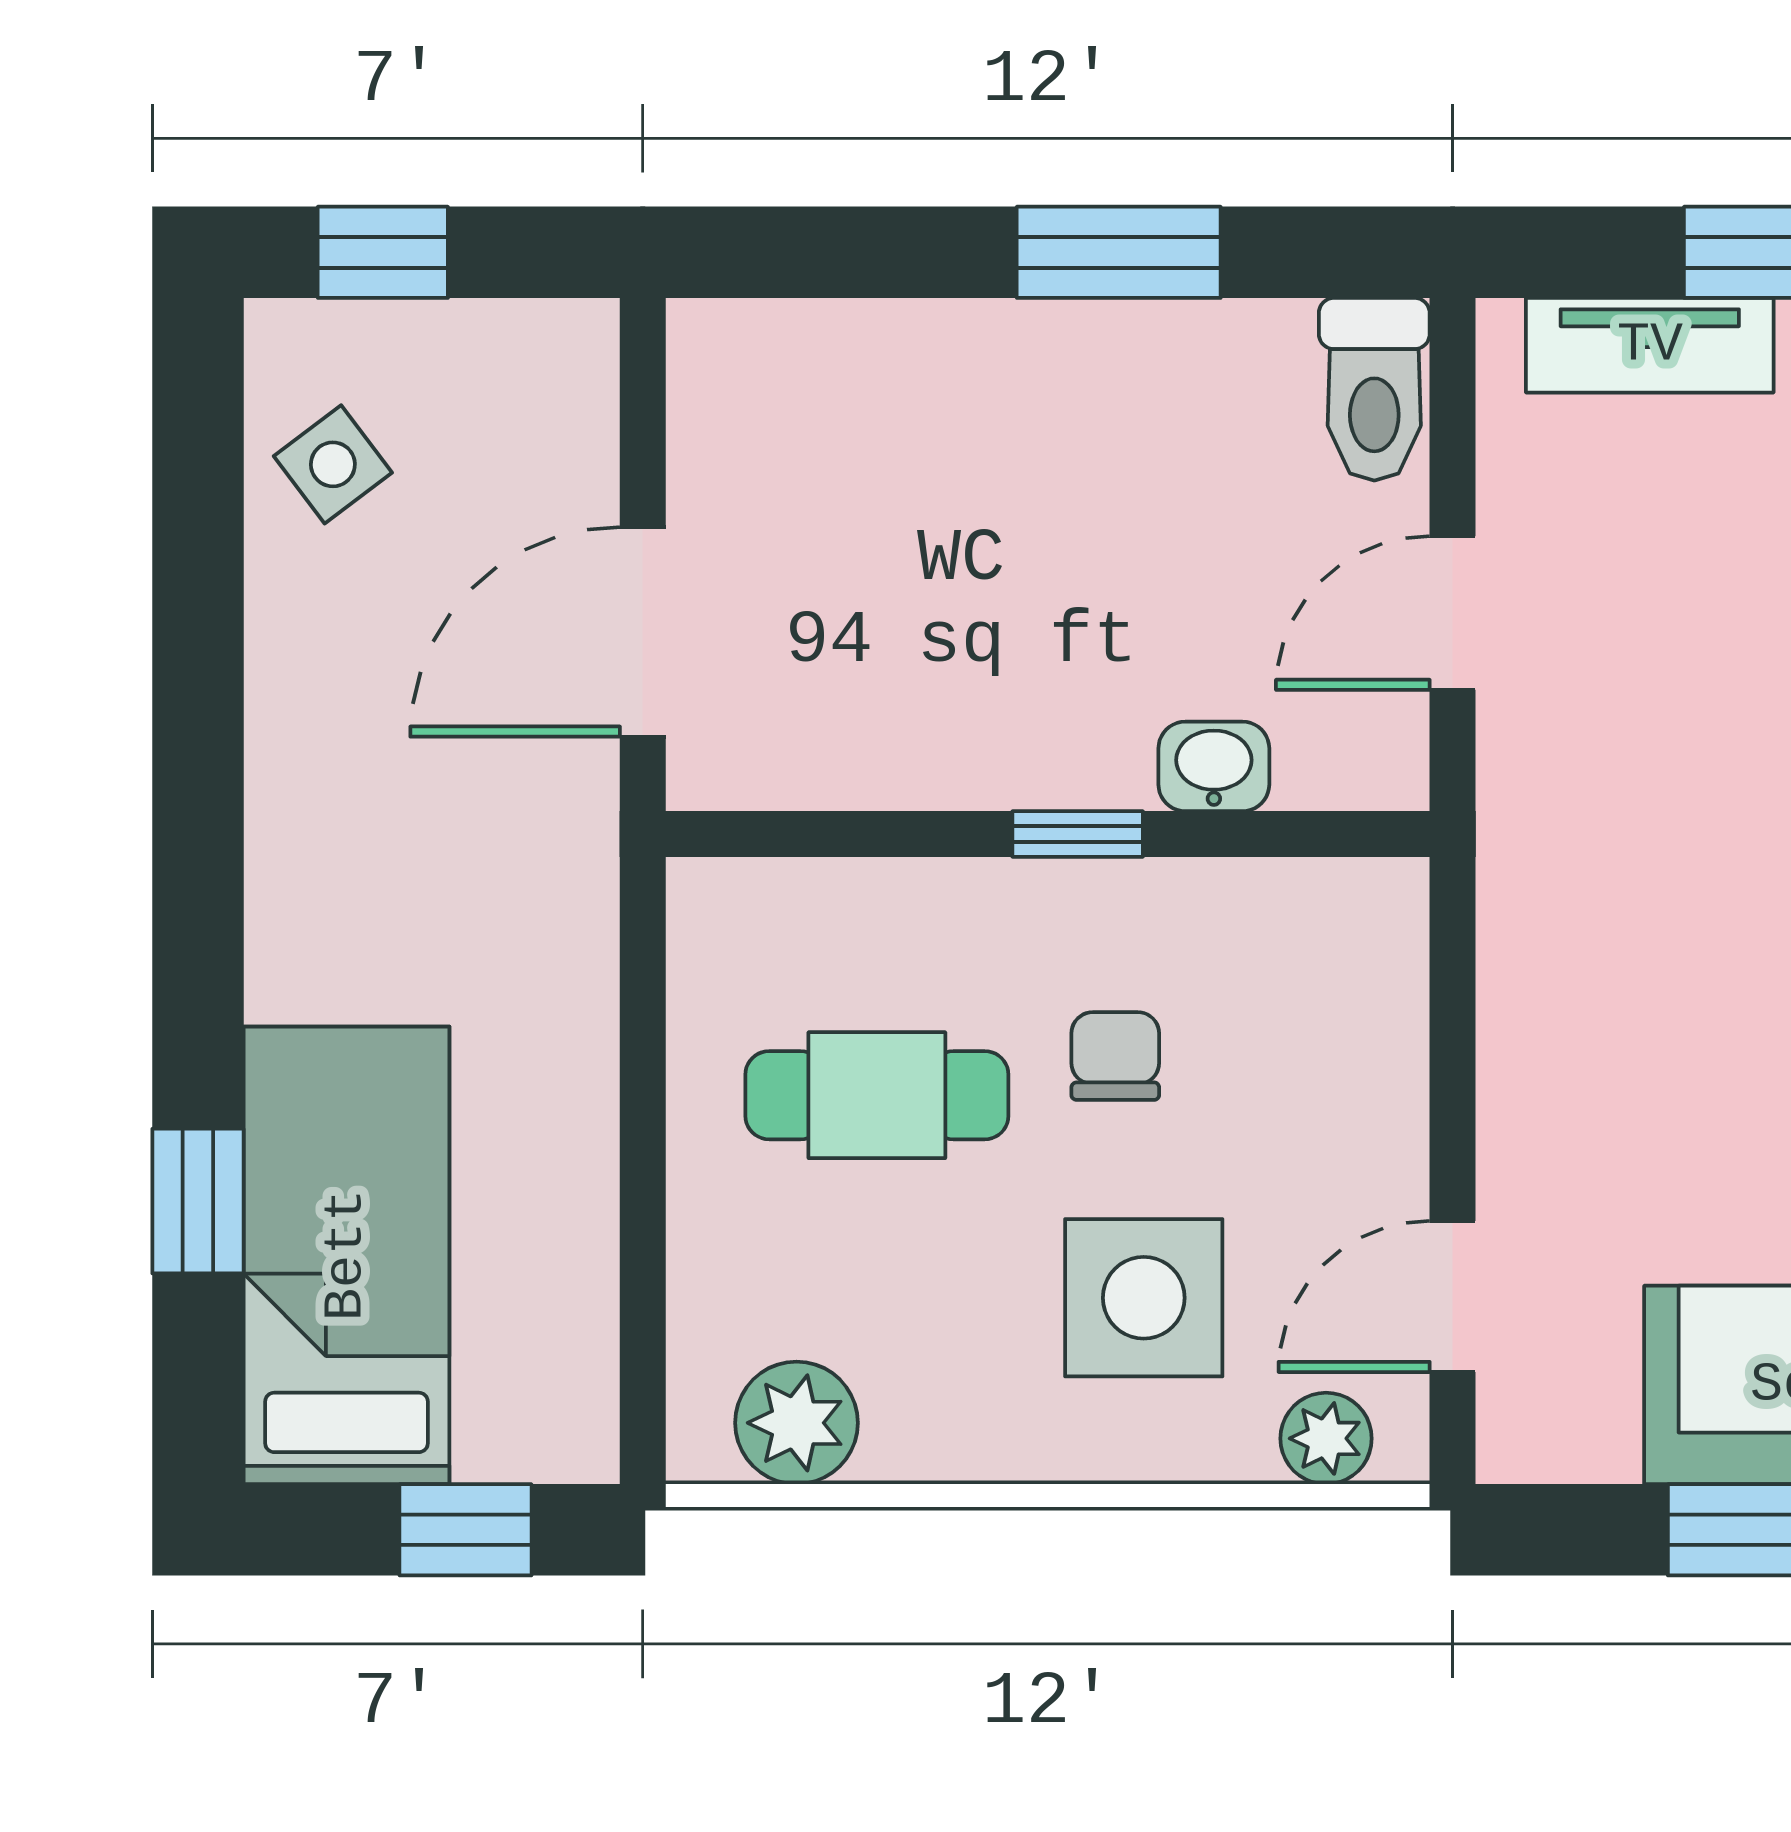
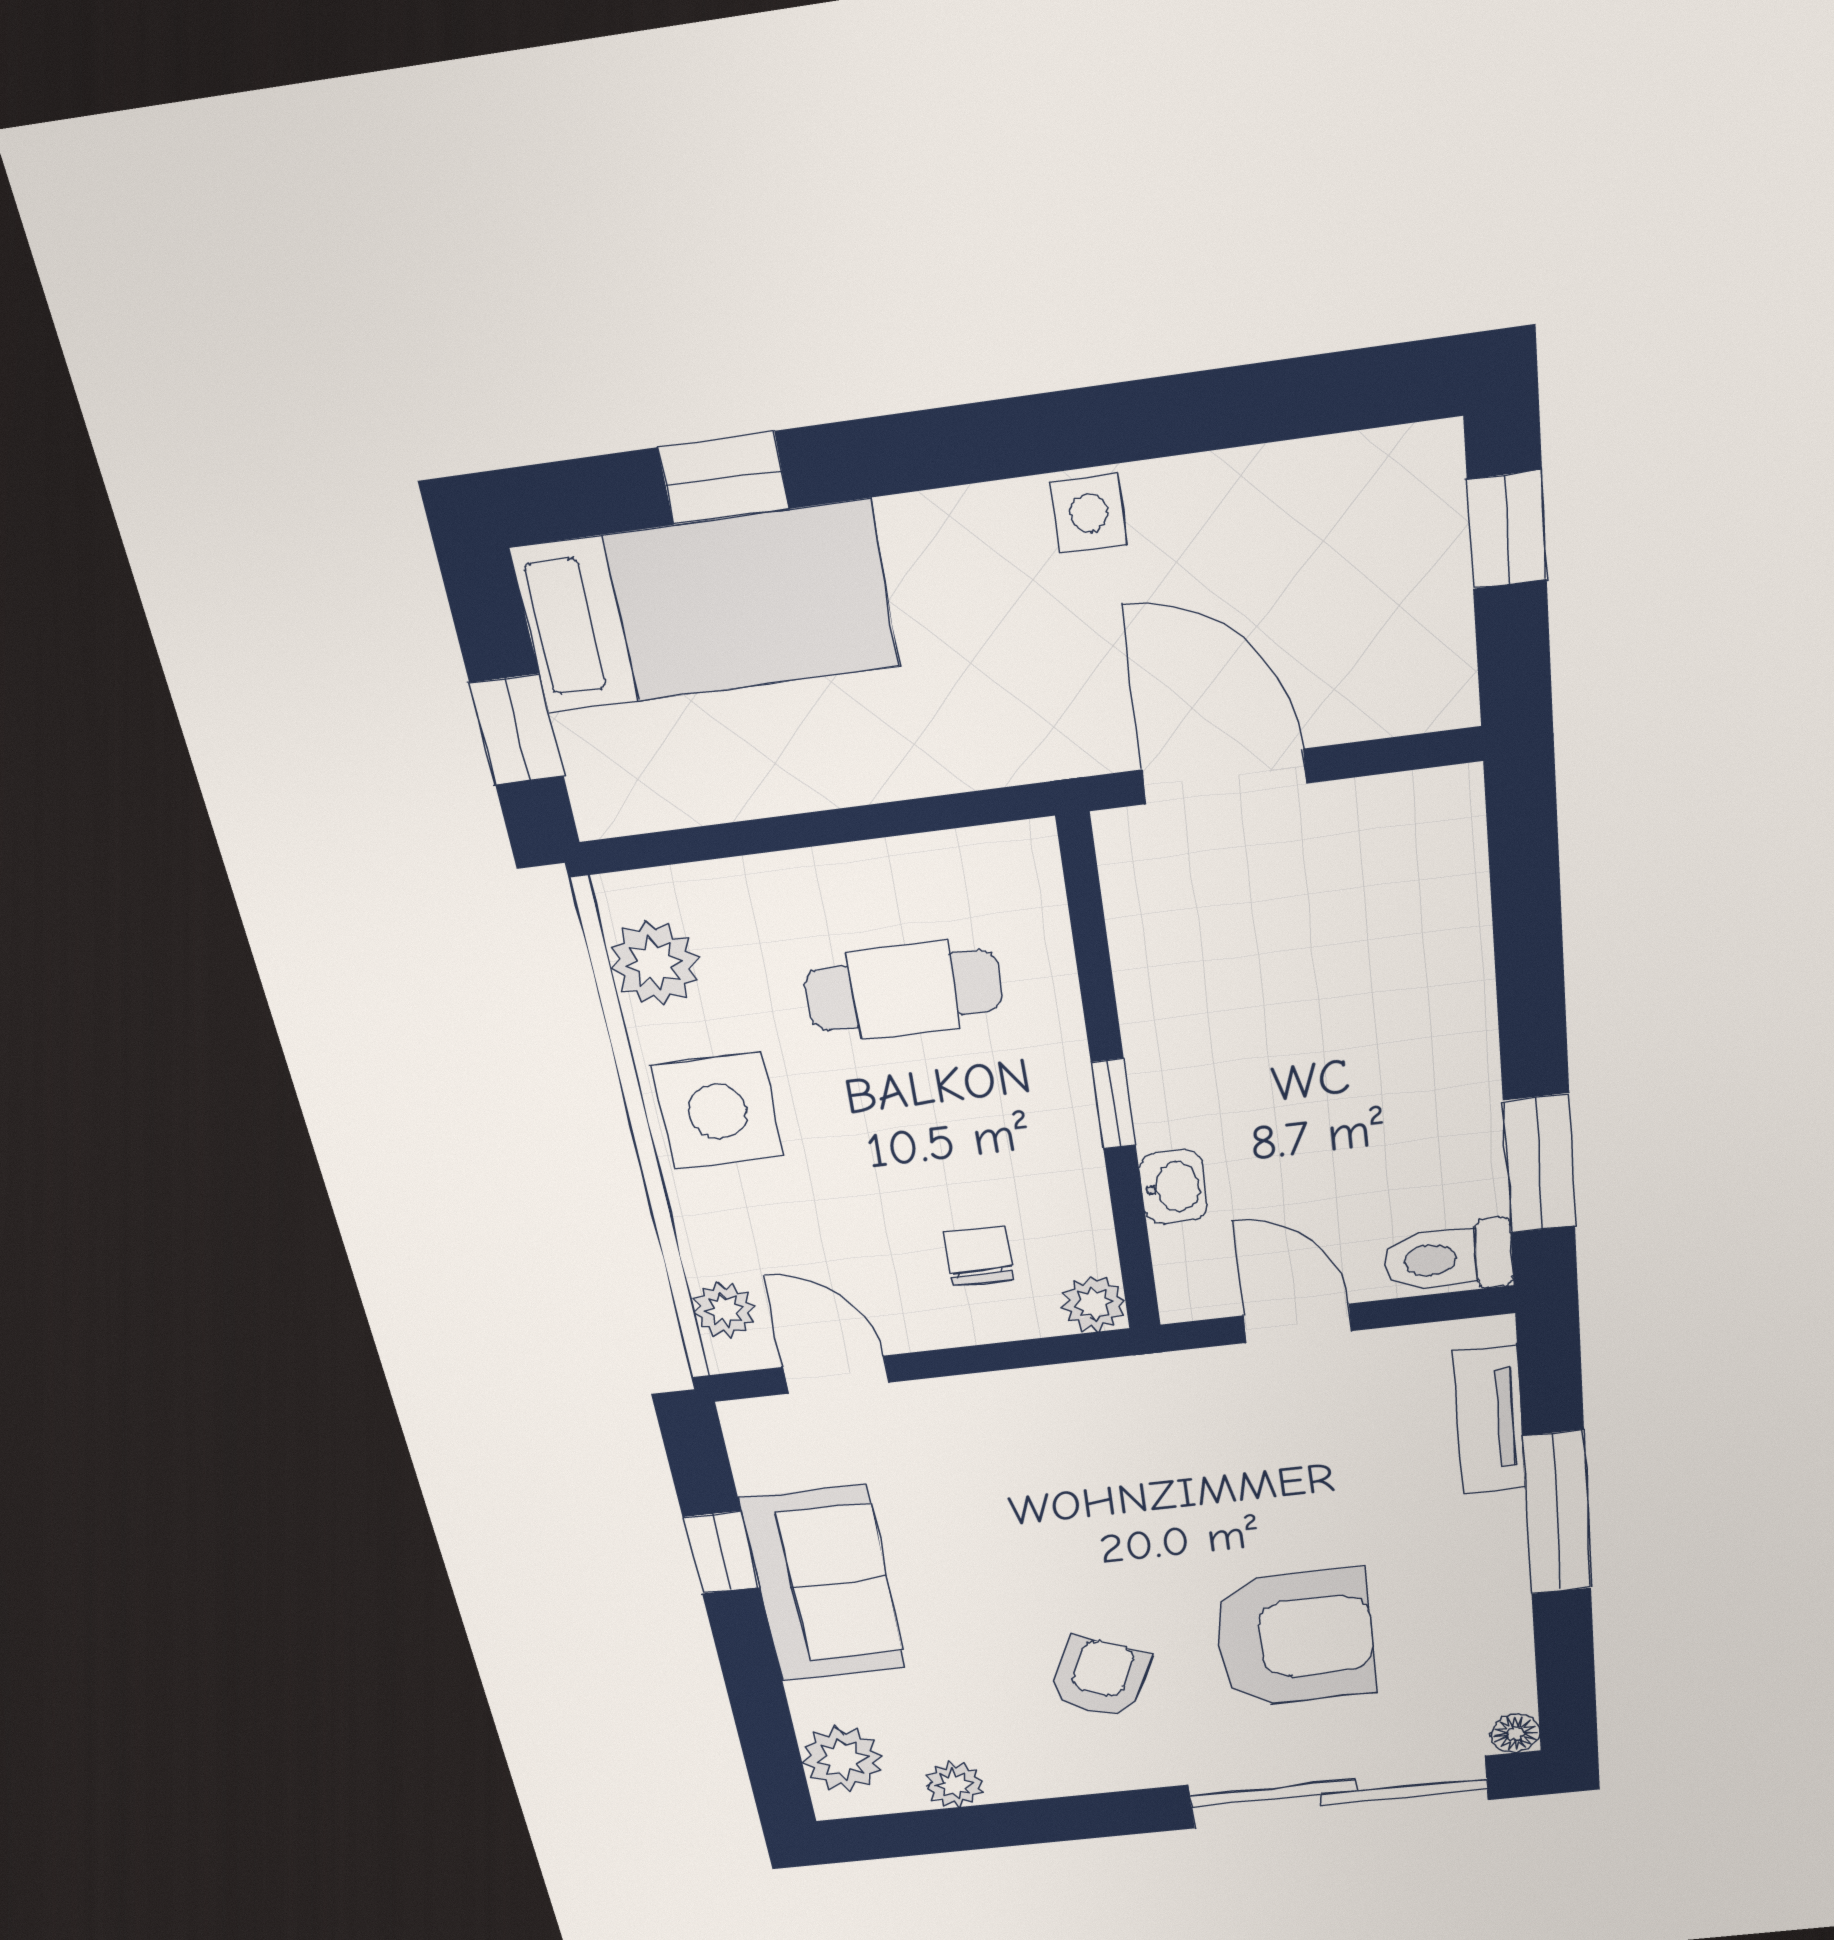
window: (1119, 252) -> (1539, 1164), moved
side table: (333, 464) -> (1089, 513), moved, turned 37
plant: (1384, 903) -> (1094, 1304), added
chair: (1115, 1056) -> (978, 1256), moved, turned -90
cafe table: (877, 1095) -> (903, 990), turned 90
side table: (1144, 1298) -> (718, 1111), moved

